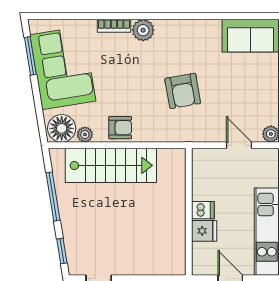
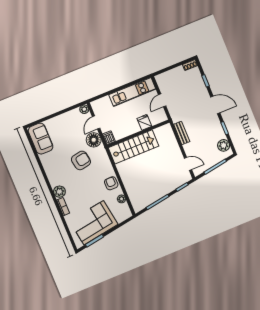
floor lamp: (62, 128) -> (94, 140), moved
stairs: (111, 165) -> (134, 147), moved, turned 90
dishwasher: (203, 210) -> (109, 138), moved

